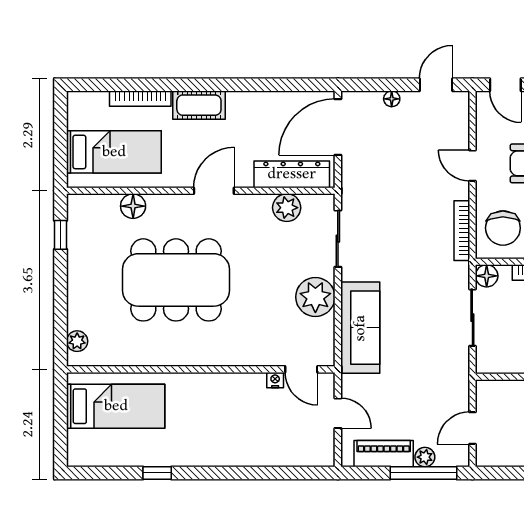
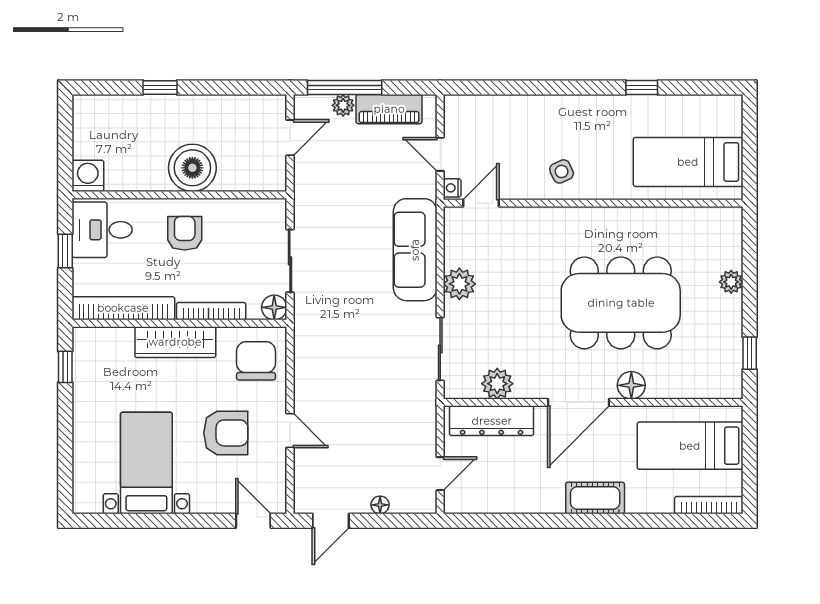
bookcase: (140, 99) -> (709, 505), moved
door: (338, 127) -> (440, 474), width x0.53
door: (214, 191) -> (578, 402), width x1.36
floor lamp: (133, 206) -> (631, 385), moved
bookcase: (462, 231) -> (302, 358), removed
plant: (315, 297) -> (459, 284), width x0.73, depth x0.73
plant: (77, 341) -> (731, 282), moved
door: (301, 369) -> (481, 203), hinge flipped
nightstand: (275, 380) -> (452, 188), moved, turned 90
side table: (229, 398) -> (562, 171), added

